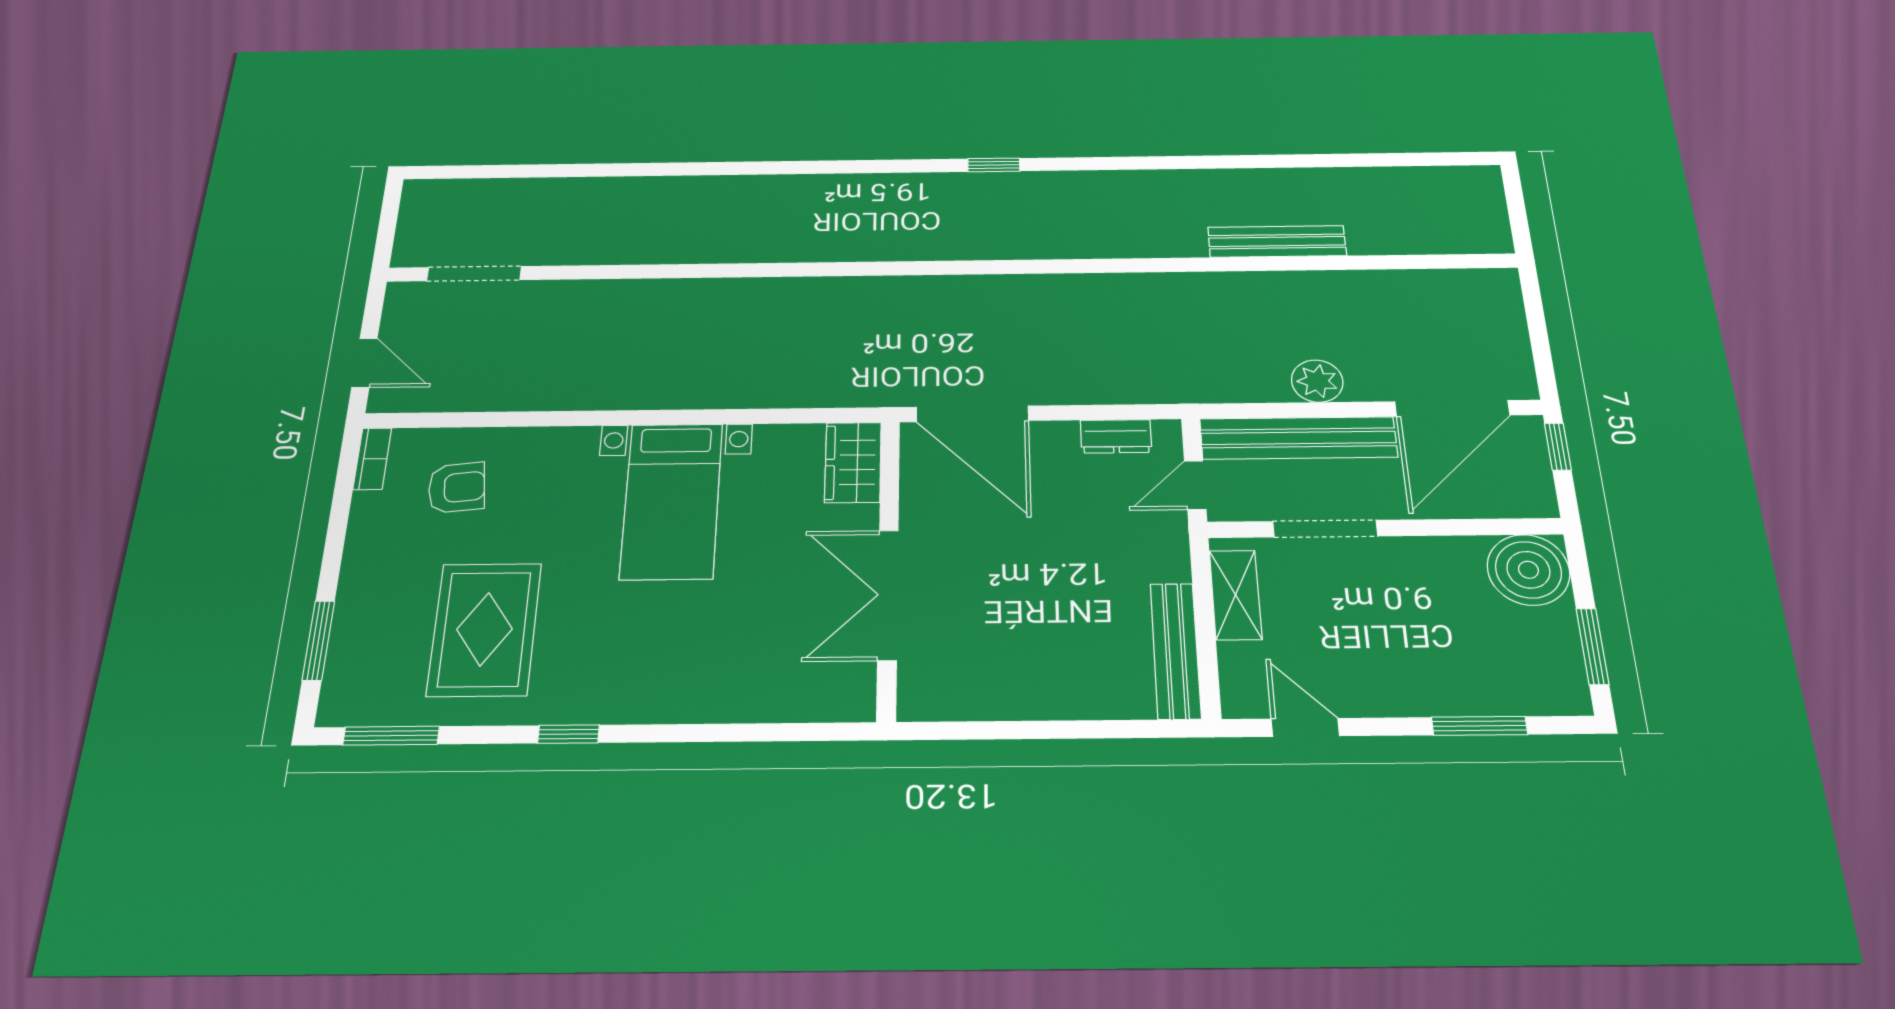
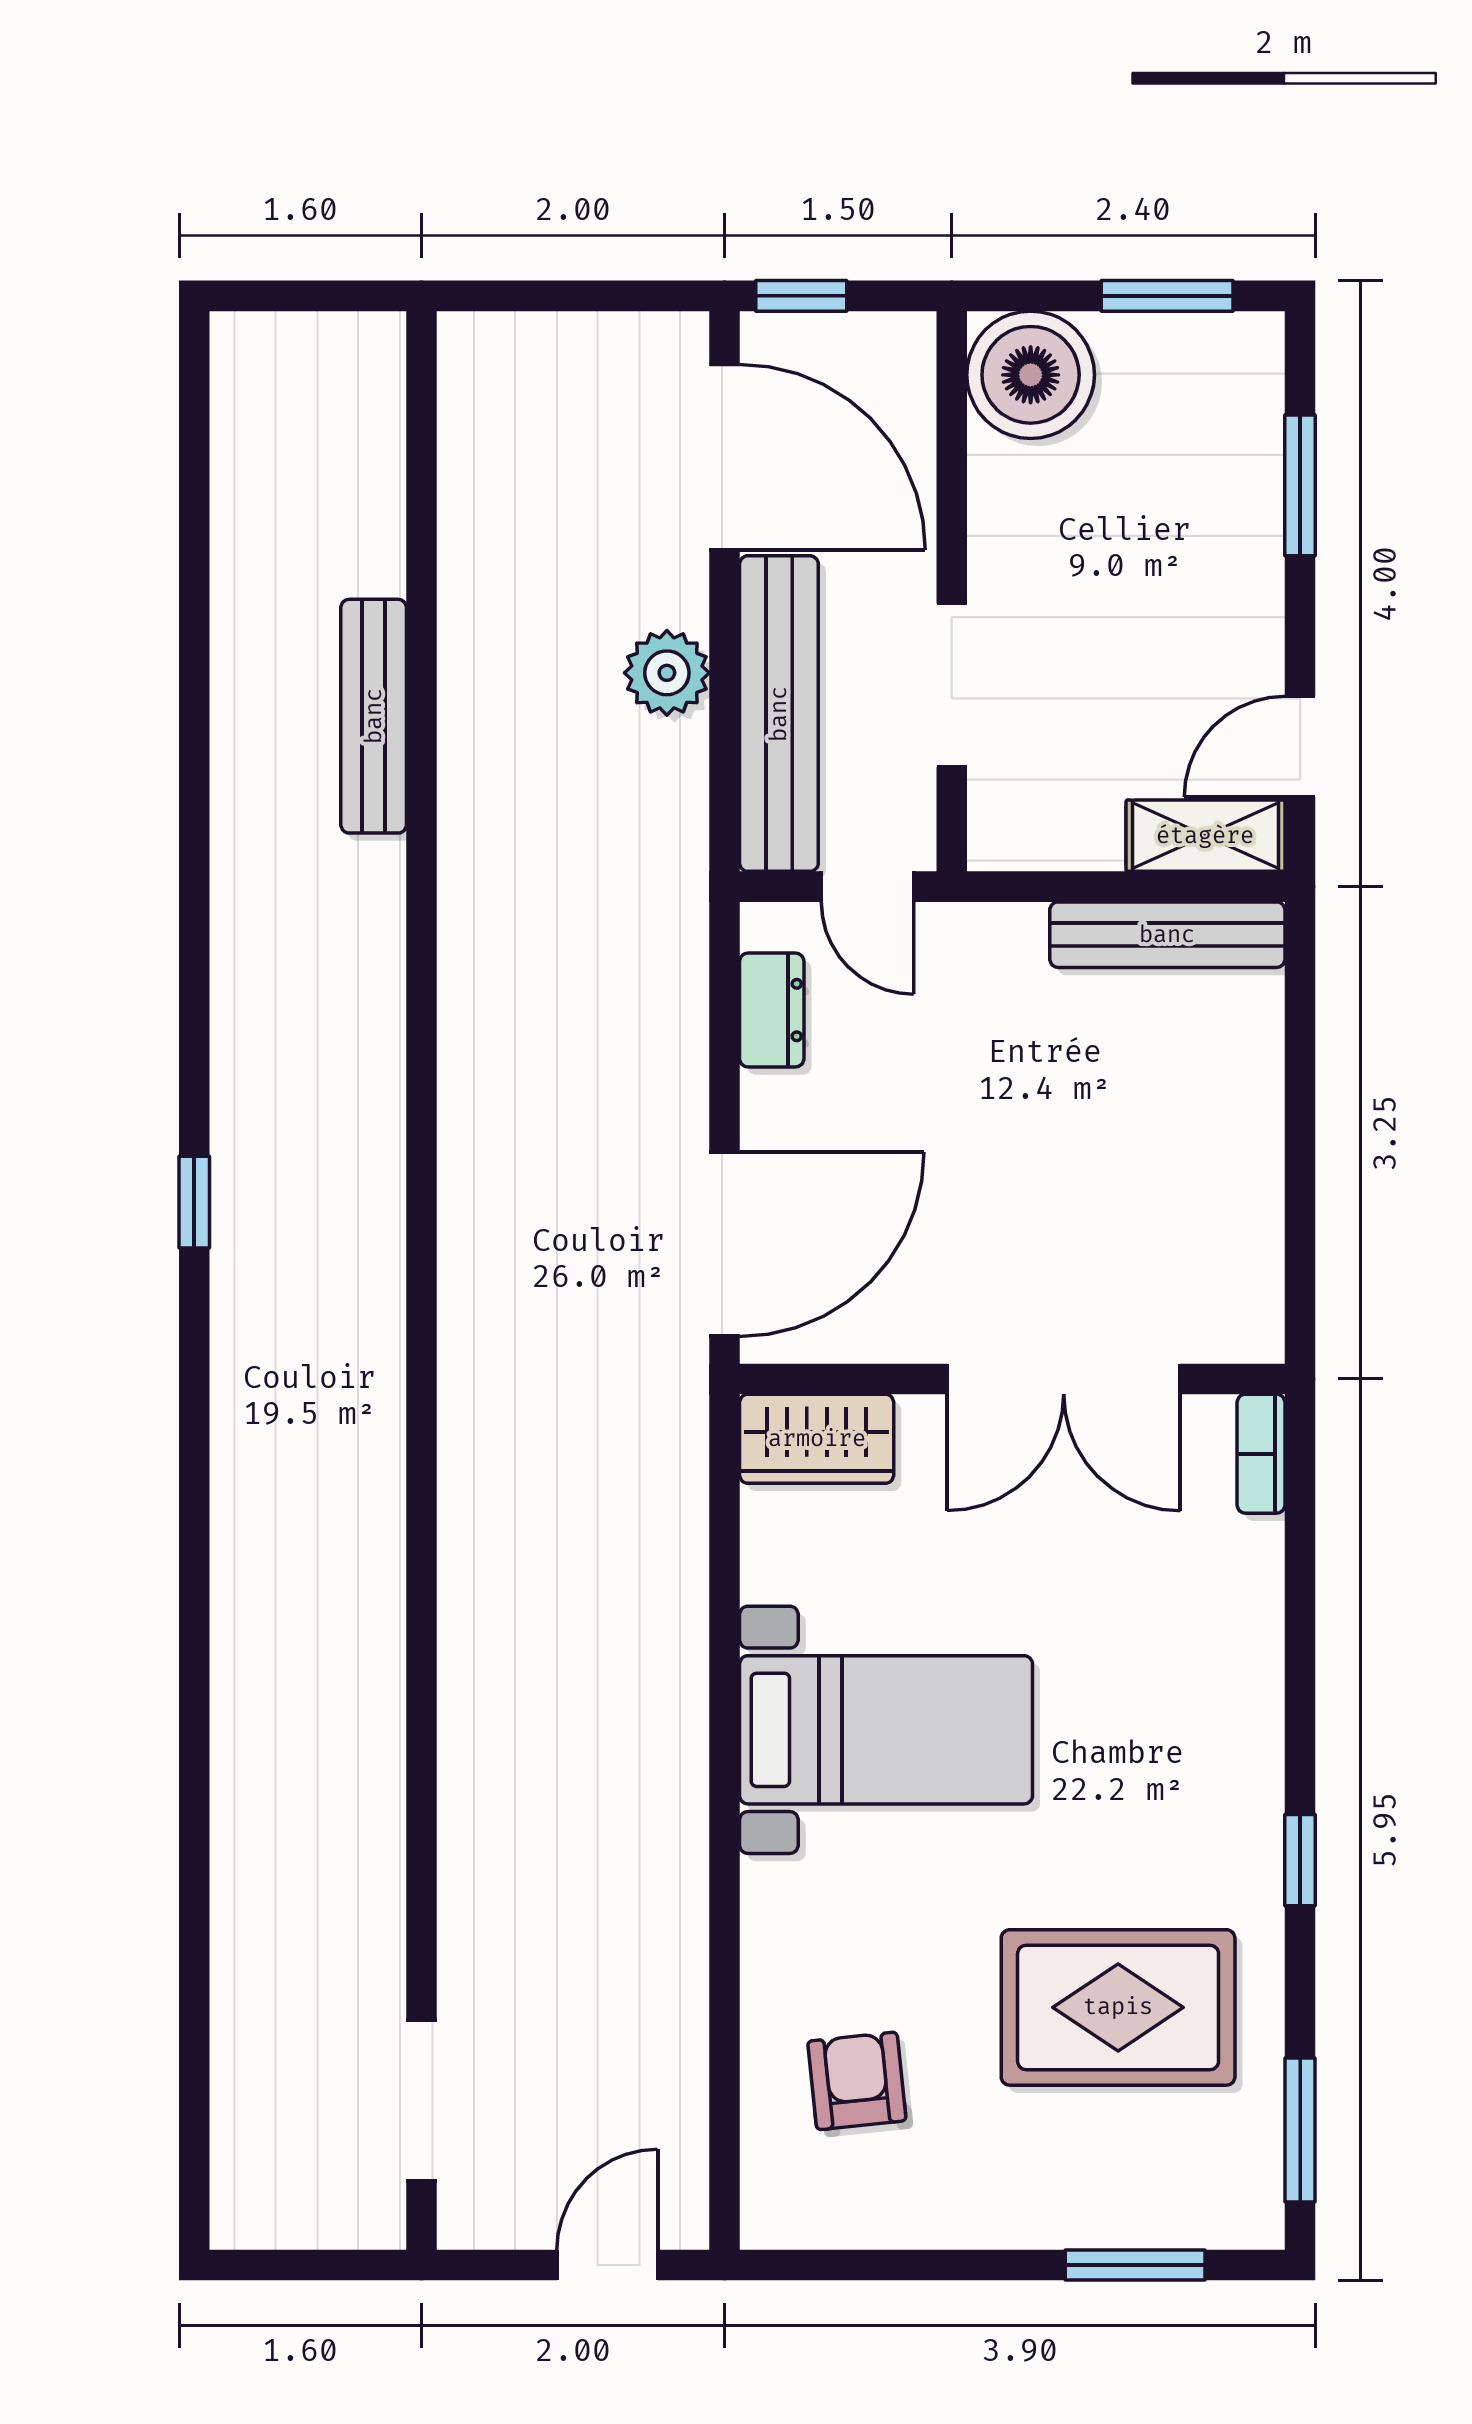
bookcase: (372, 459) -> (1261, 1454), moved, turned -90
shelving: (1236, 595) -> (1205, 836), moved

